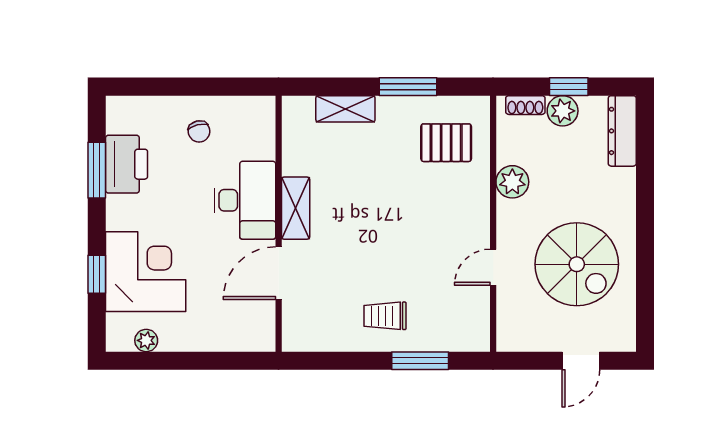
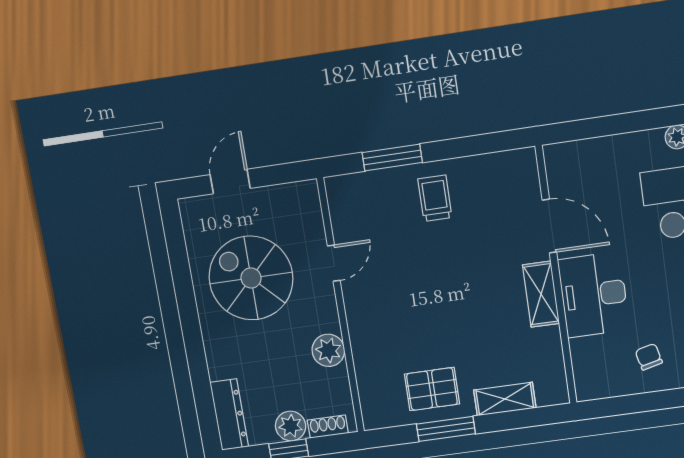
pallet: (446, 143) -> (432, 389), moved
door: (279, 273) -> (549, 226), hinge flipped
trolley: (385, 316) -> (435, 198), turned -90

